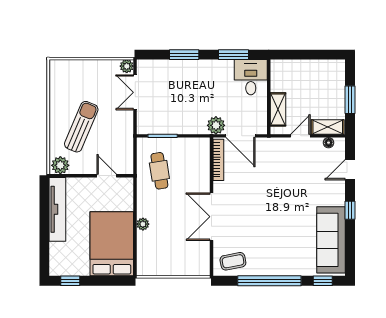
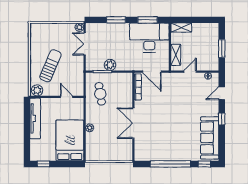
desk: (251, 77) -> (149, 38), width x1.87, depth x1.30
plant: (216, 125) -> (110, 65), moved
shelving: (328, 127) -> (181, 28), moved
coffee table: (233, 261) -> (147, 152), removed

